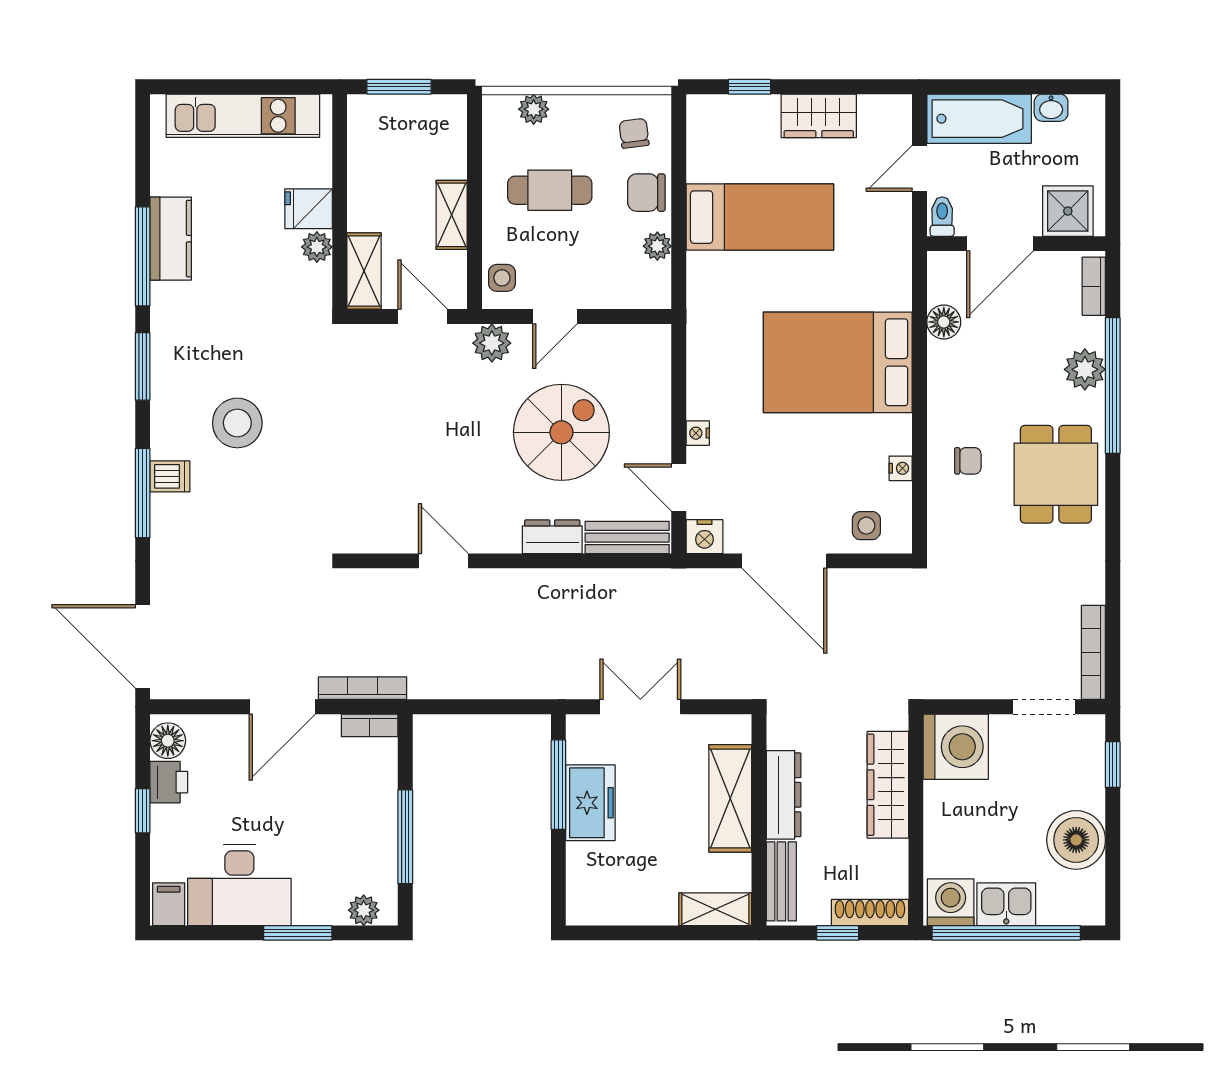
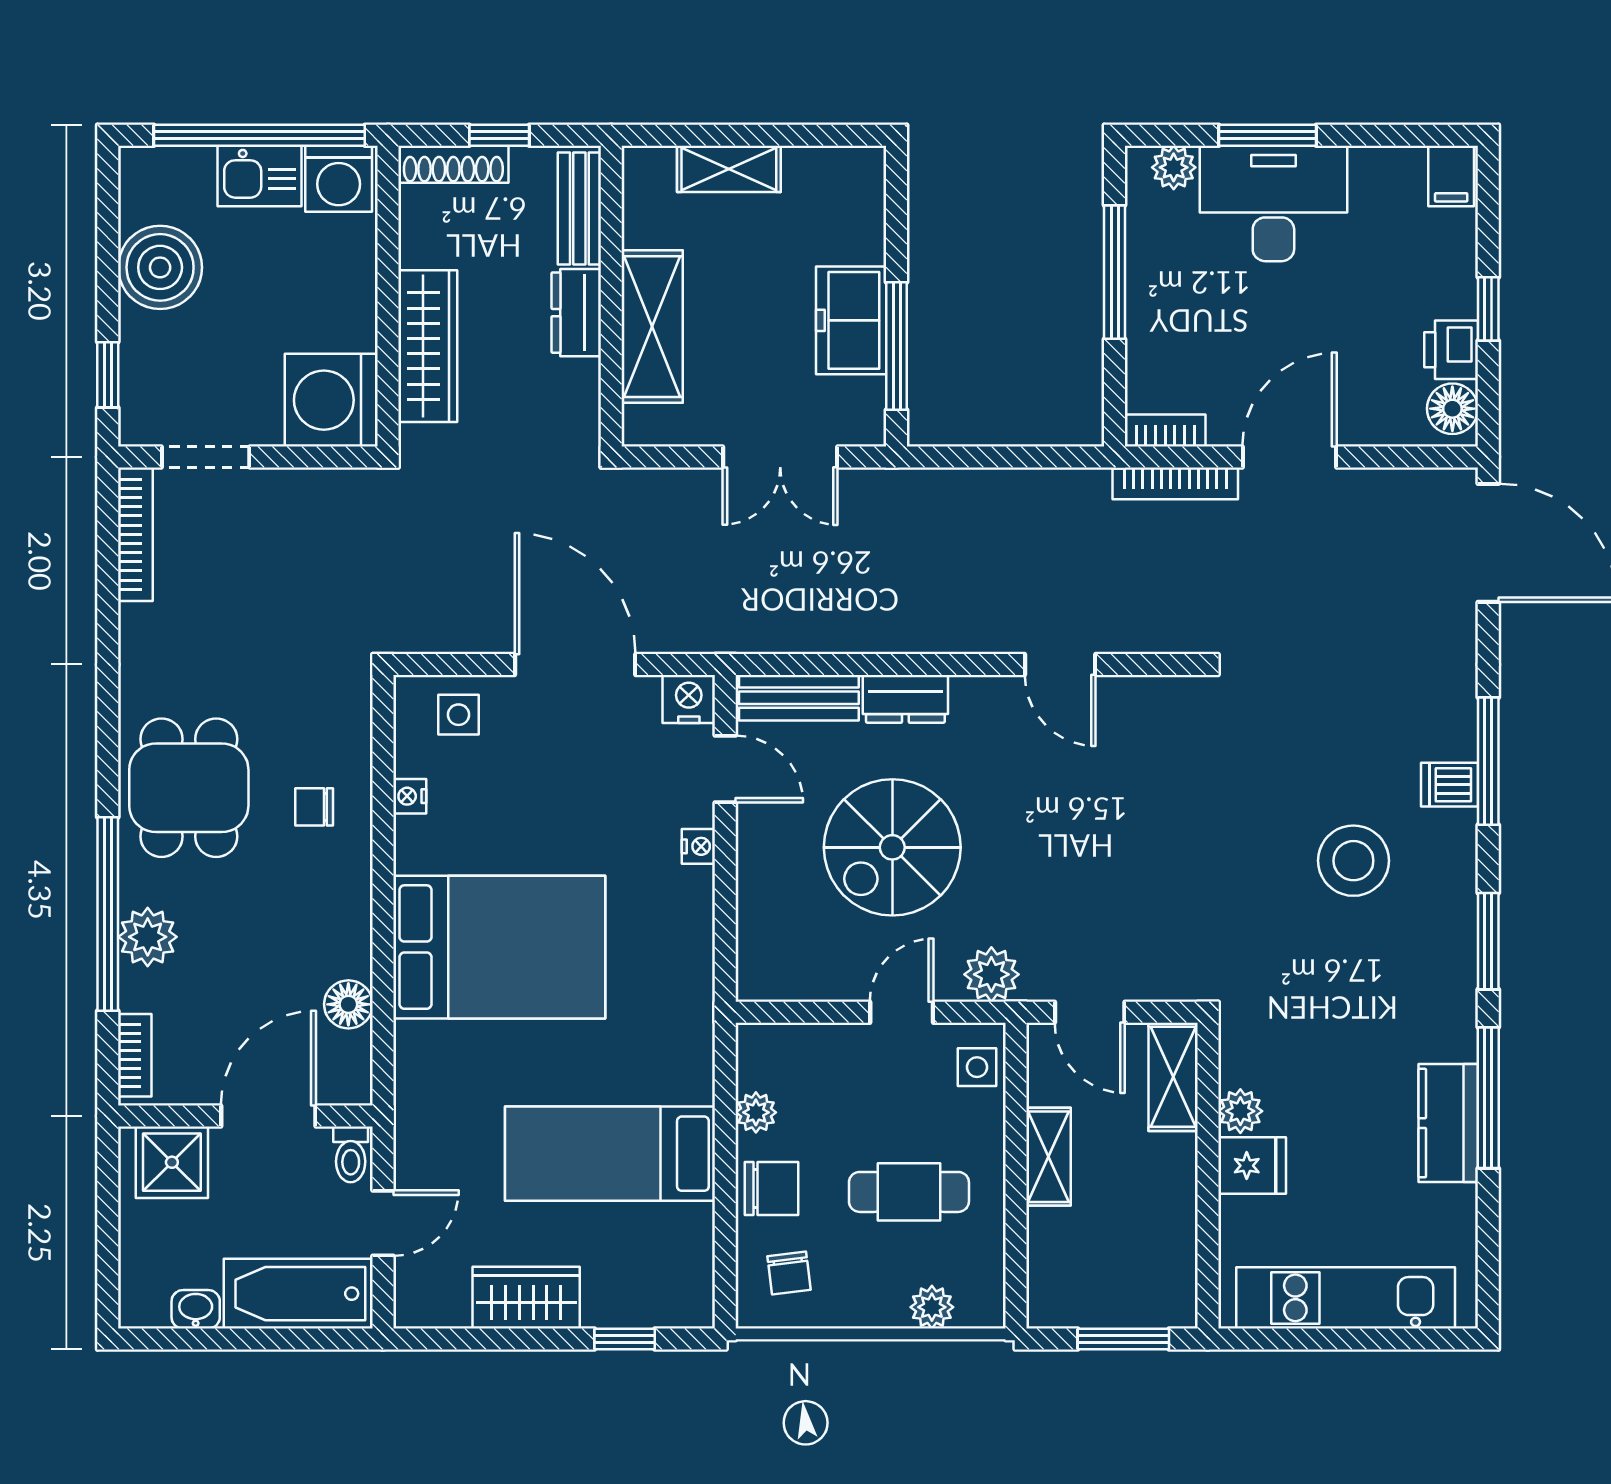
dresser: (784, 795) -> (576, 313), width x0.70
desk: (239, 885) -> (1273, 203), moved
shelving: (715, 909) -> (729, 169), moved

